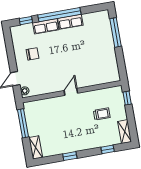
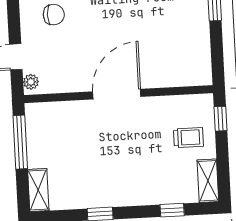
door: (71, 92) -> (117, 94), width x1.88
trolley: (102, 114) -> (188, 138), moved

